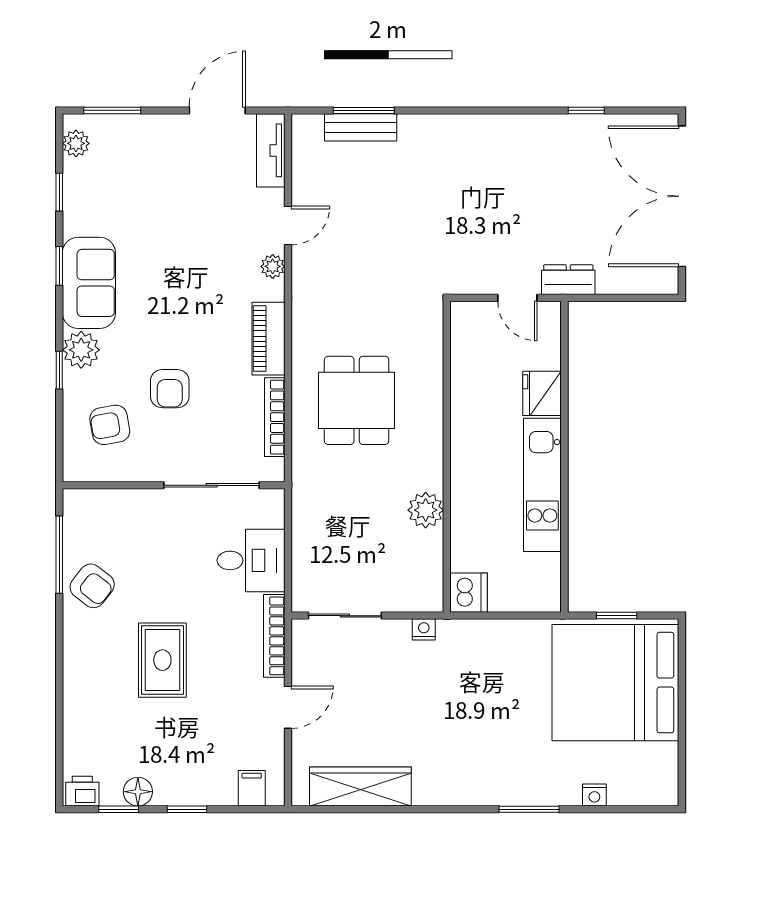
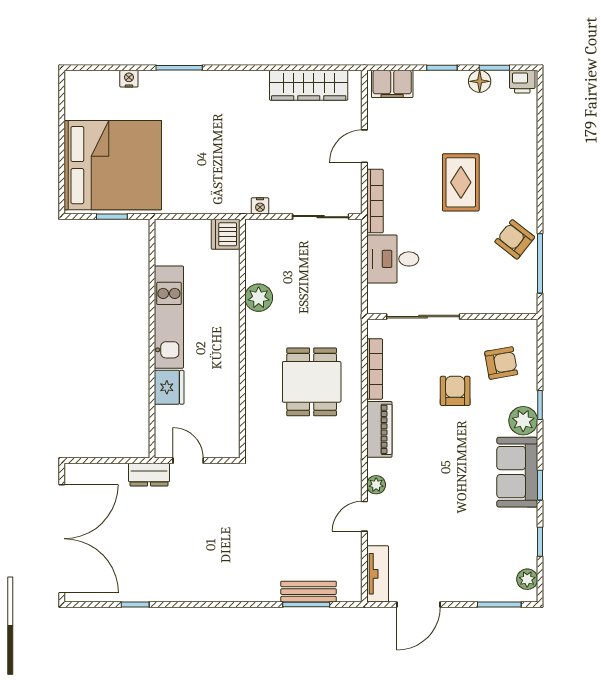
filing cabinet: (252, 788) -> (392, 84), width x2.00

